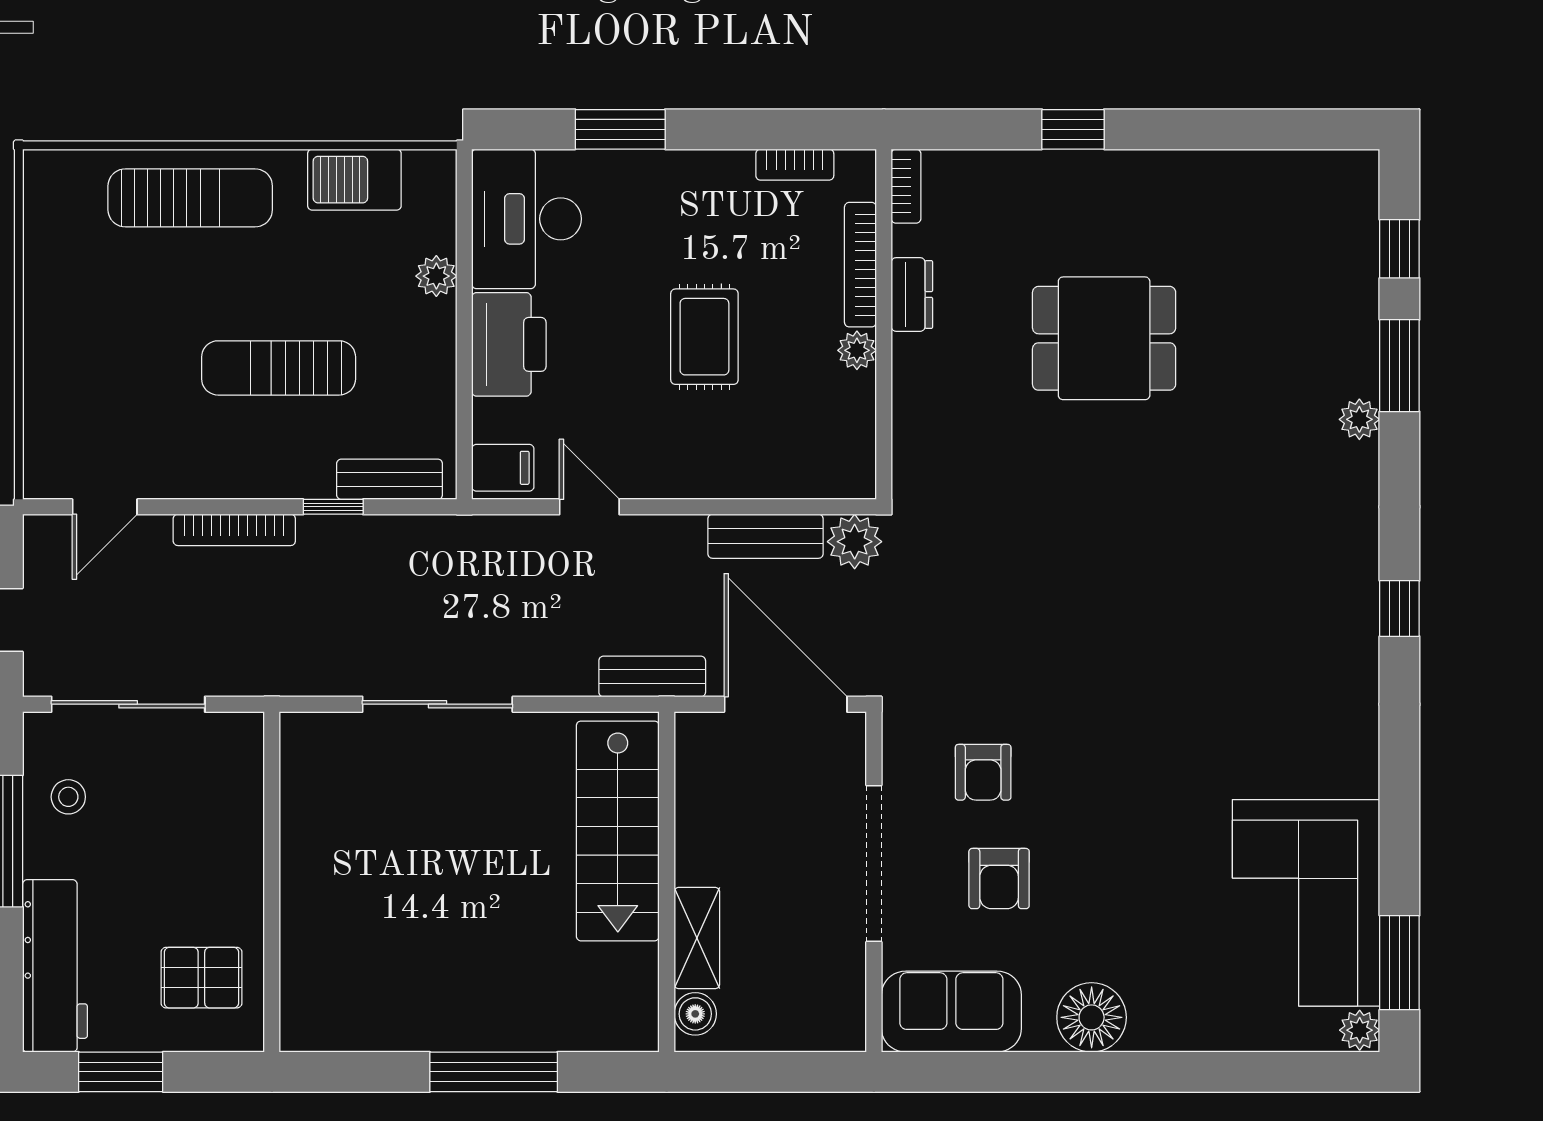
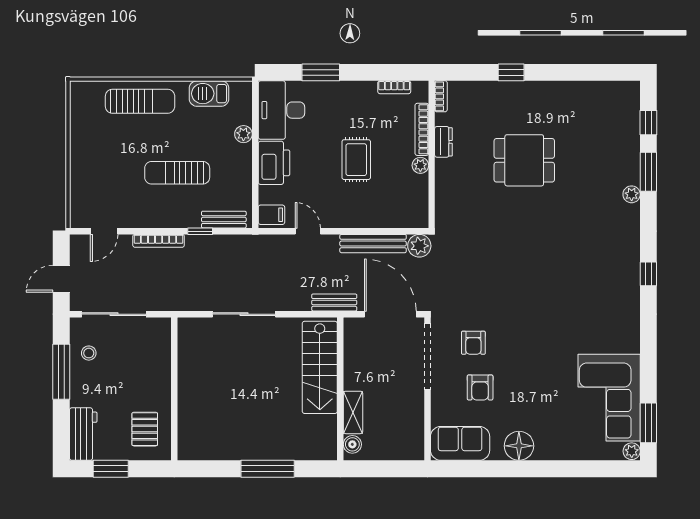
bench: (766, 536) -> (373, 244), width x1.36
doorway: (874, 864) -> (427, 357), moved
workbench: (55, 966) -> (83, 434), width x0.73
pallet: (201, 978) -> (145, 429), turned 90

